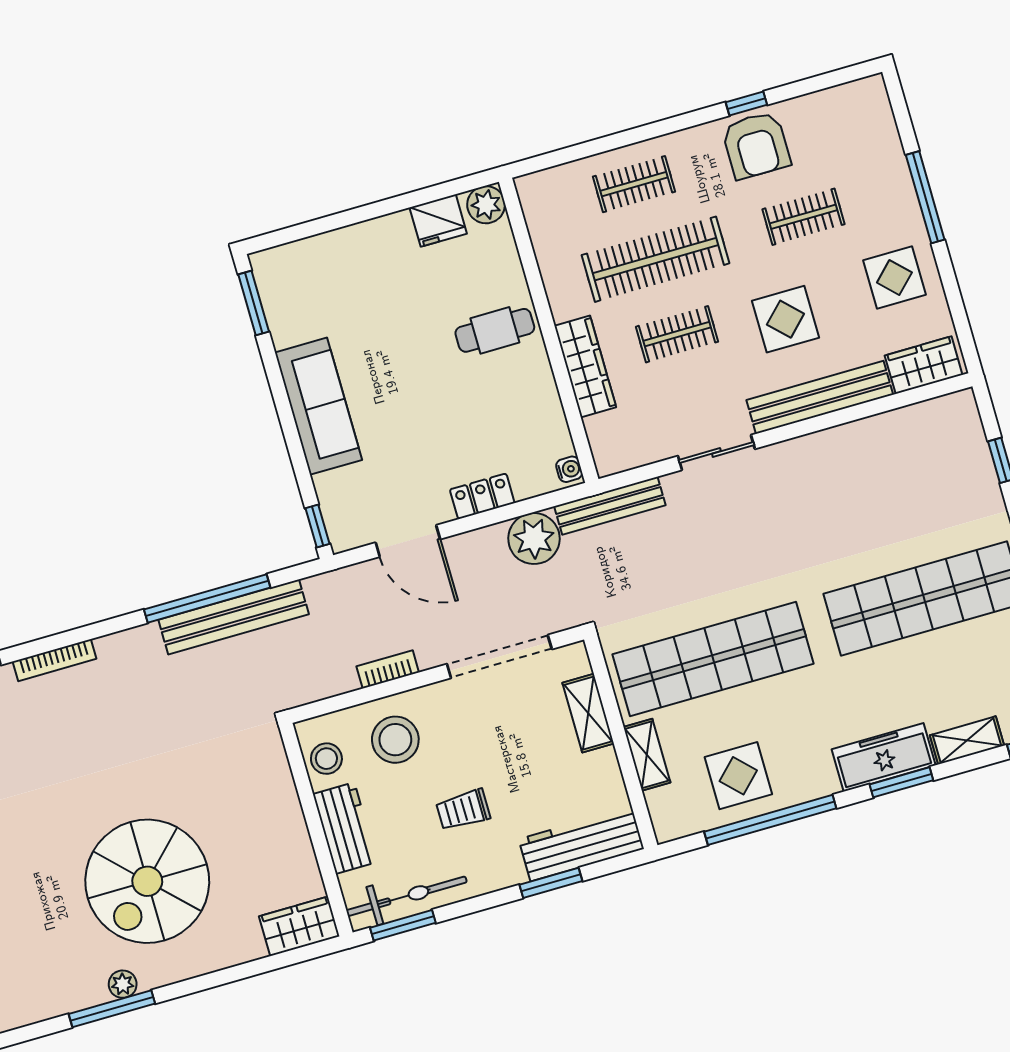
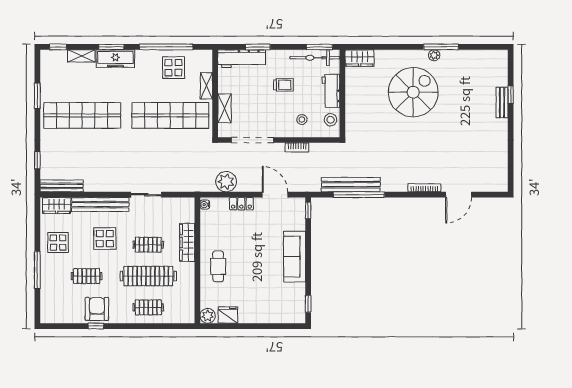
window: (254, 303) -> (308, 304), width x0.67
cafe table: (495, 330) -> (218, 266), turned 90
bench: (610, 506) -> (62, 186), moved
stool: (395, 740) -> (302, 119), width x0.53, depth x0.53

